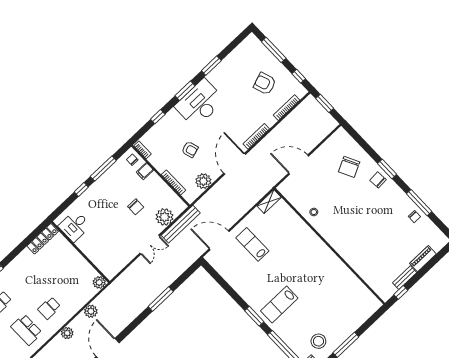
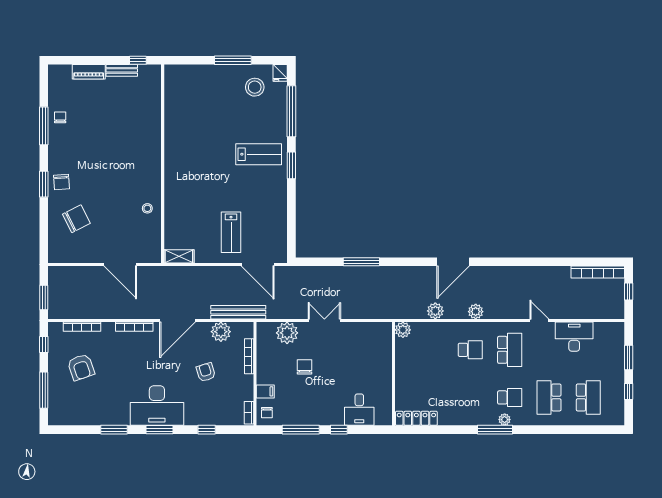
bench: (181, 224) -> (238, 312), moved
desk: (75, 226) -> (359, 410), moved, turned 90

